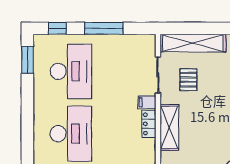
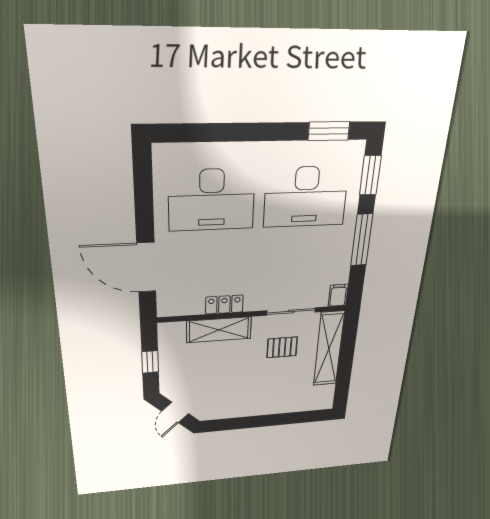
window: (57, 28) -> (370, 175), width x1.50
filing cabinet: (147, 102) -> (338, 295), moved

